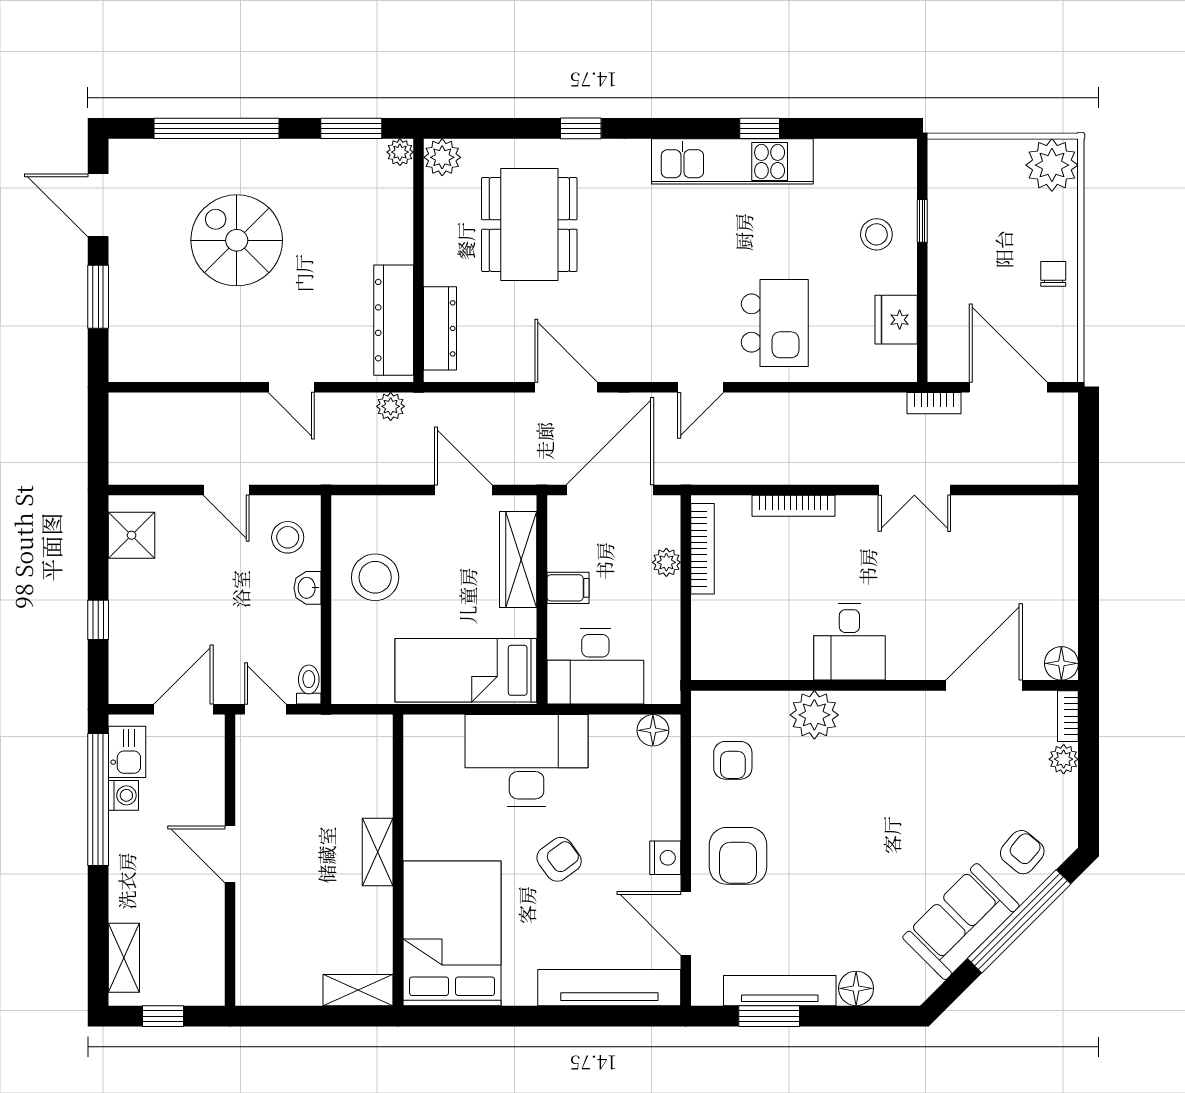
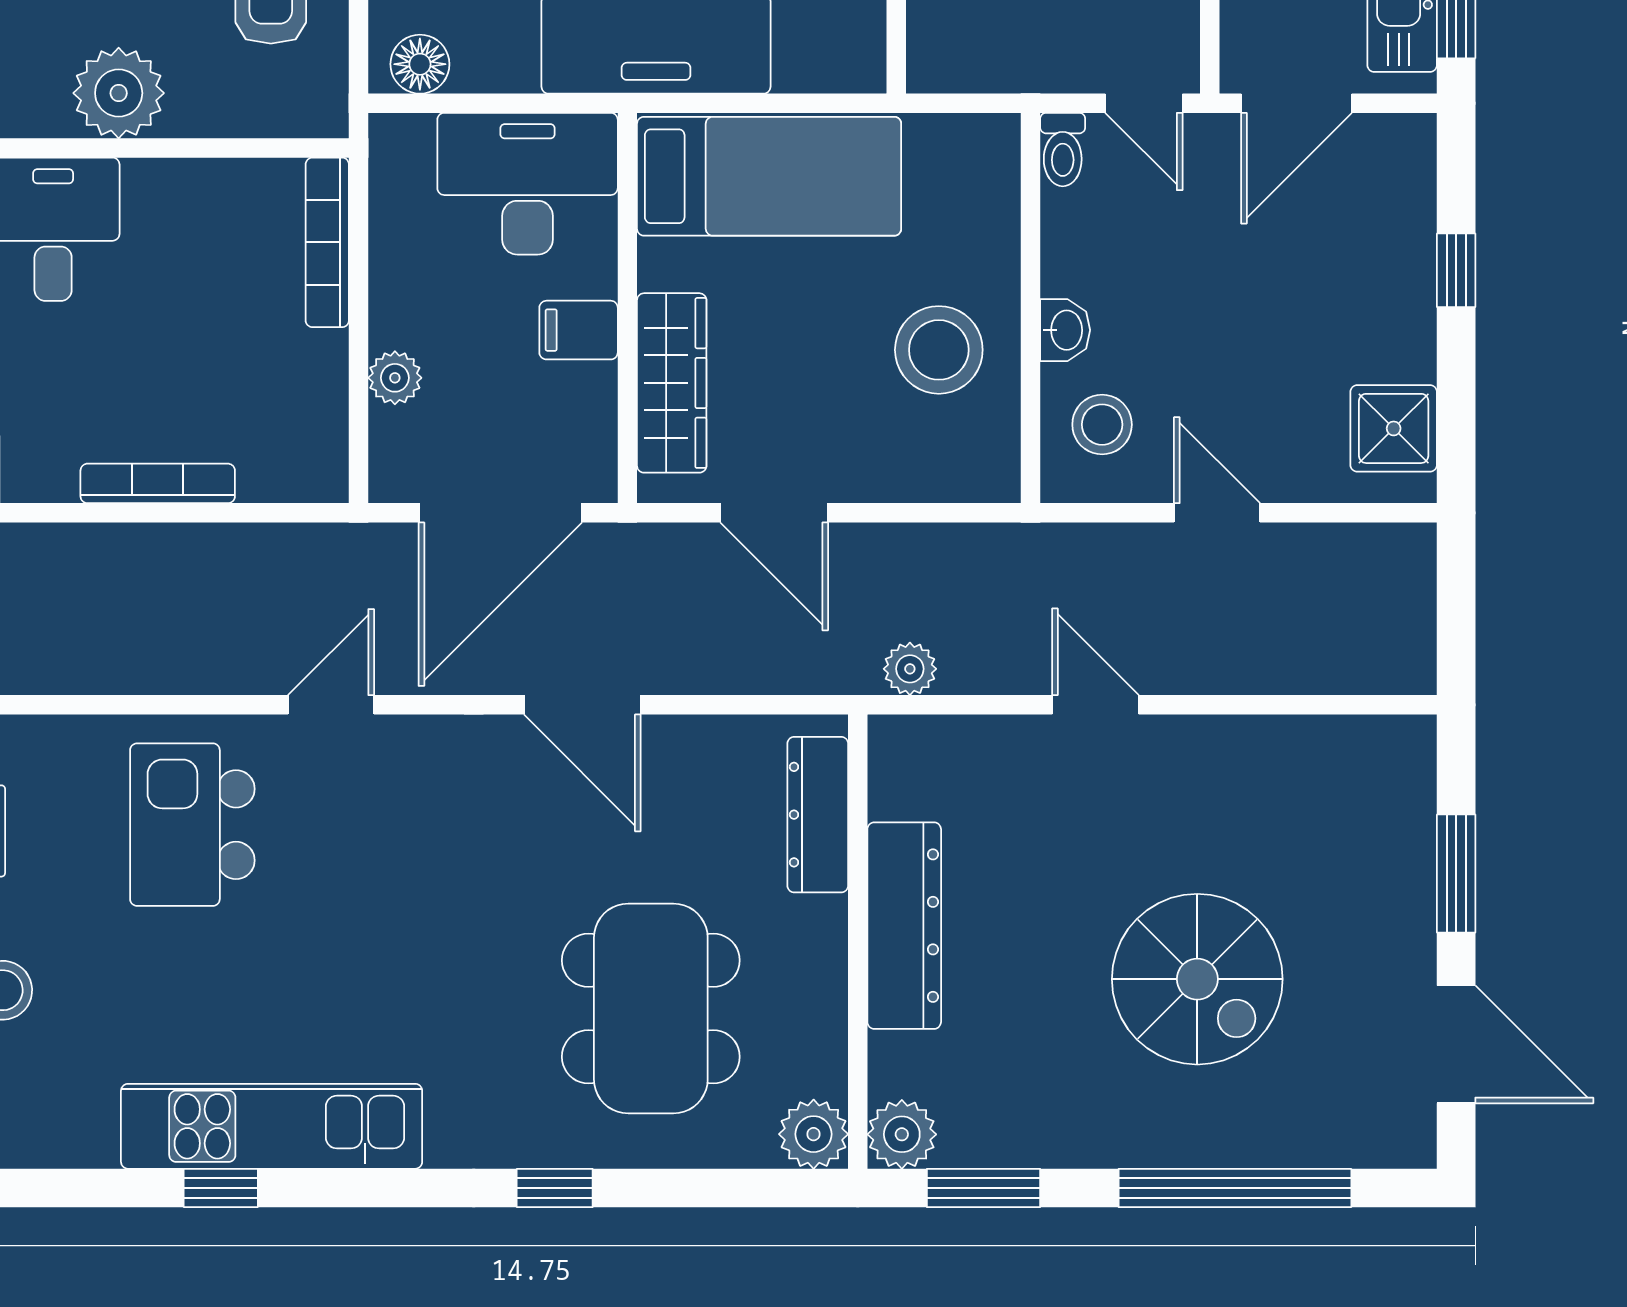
plant: (400, 152) -> (902, 1134), width x1.38, depth x1.38
dresser: (394, 320) -> (904, 926), moved
bookcase: (703, 549) -> (327, 242), moved

